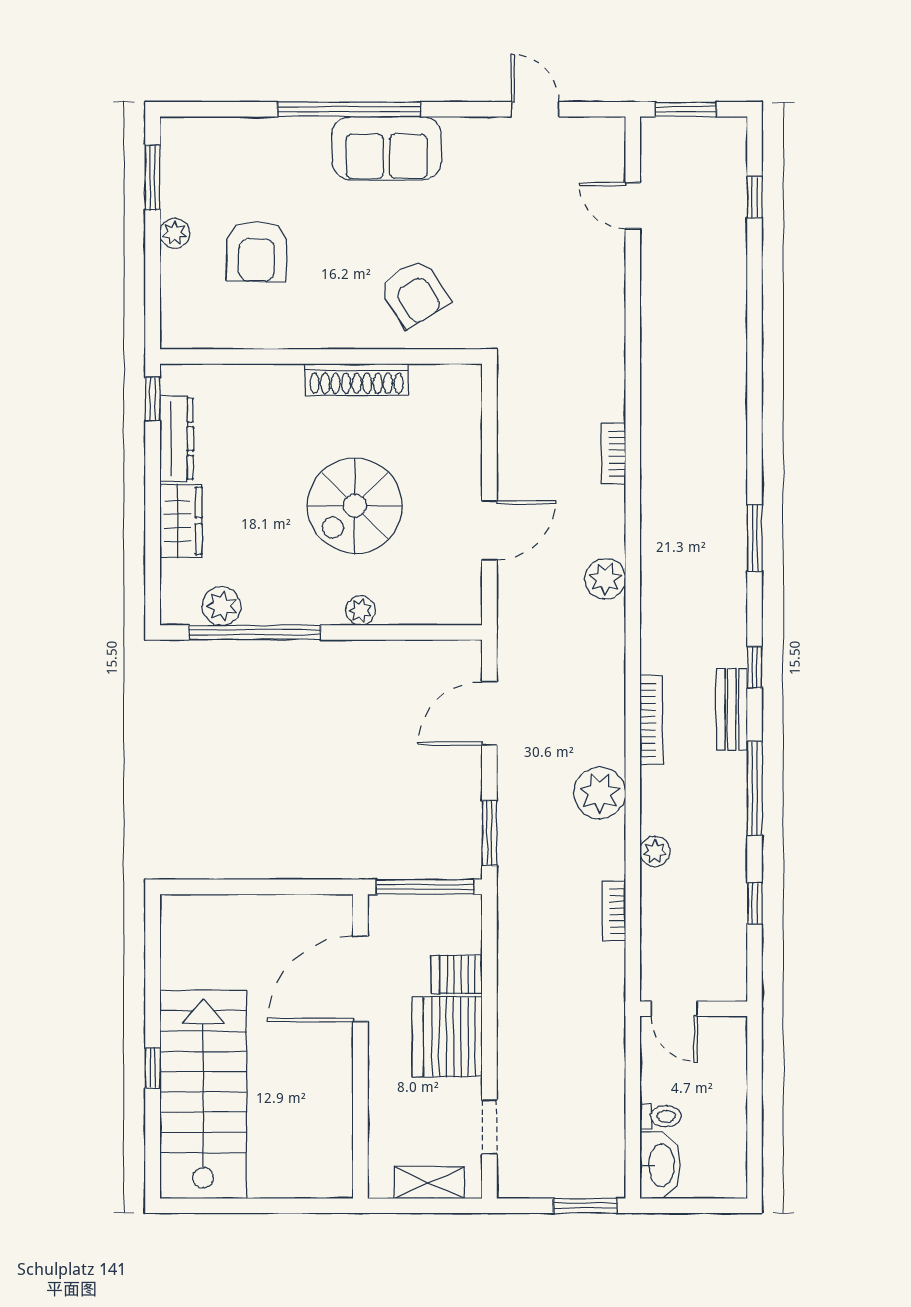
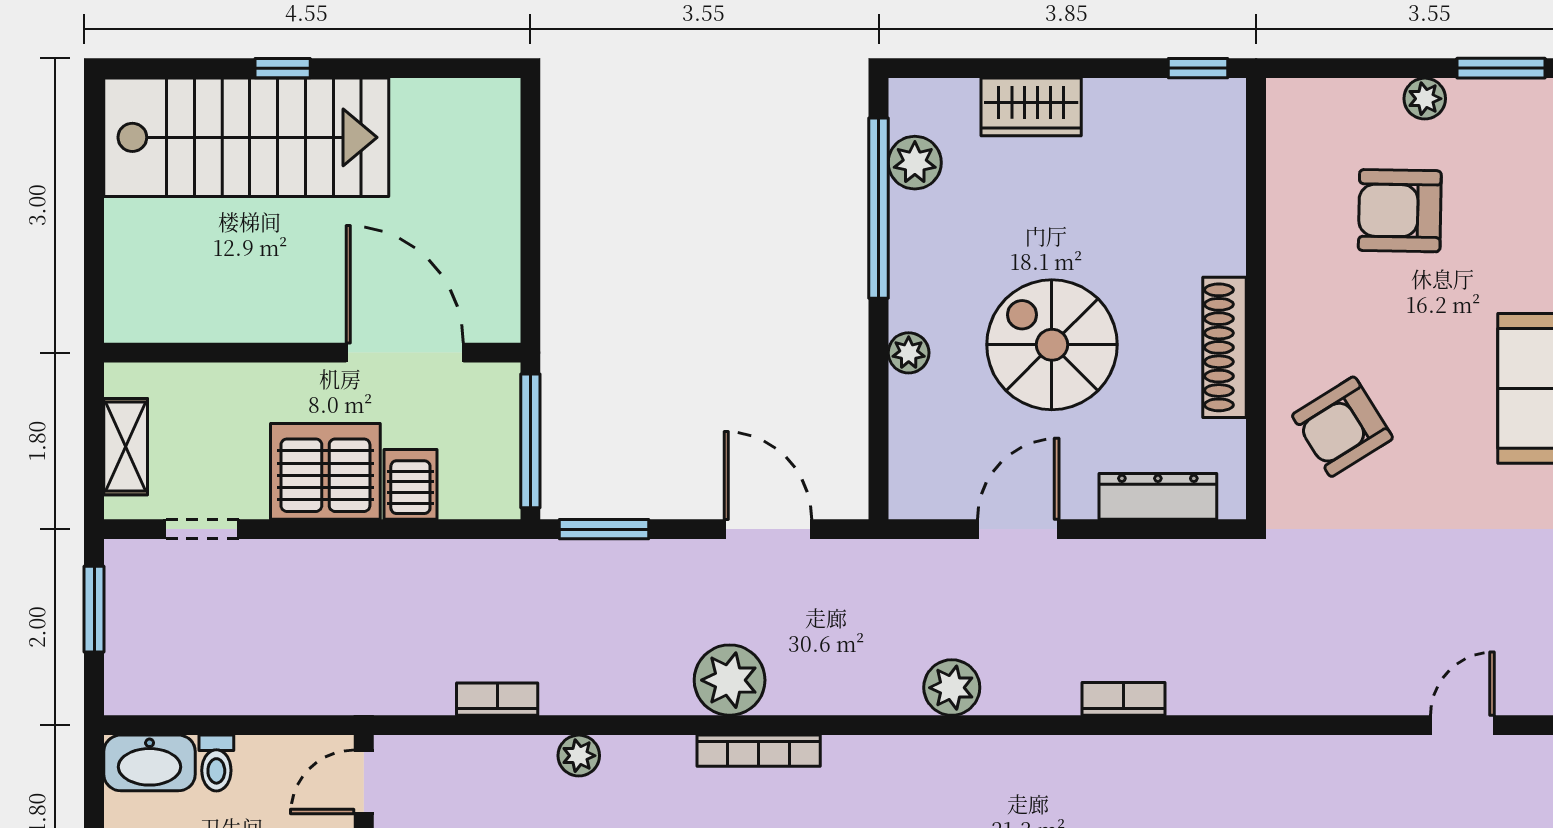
dresser: (177, 439) -> (1158, 496), moved, turned 180
door: (489, 530) -> (1018, 529), swing flipped
plant: (600, 793) -> (730, 680), moved
window: (585, 1206) -> (94, 609), moved

